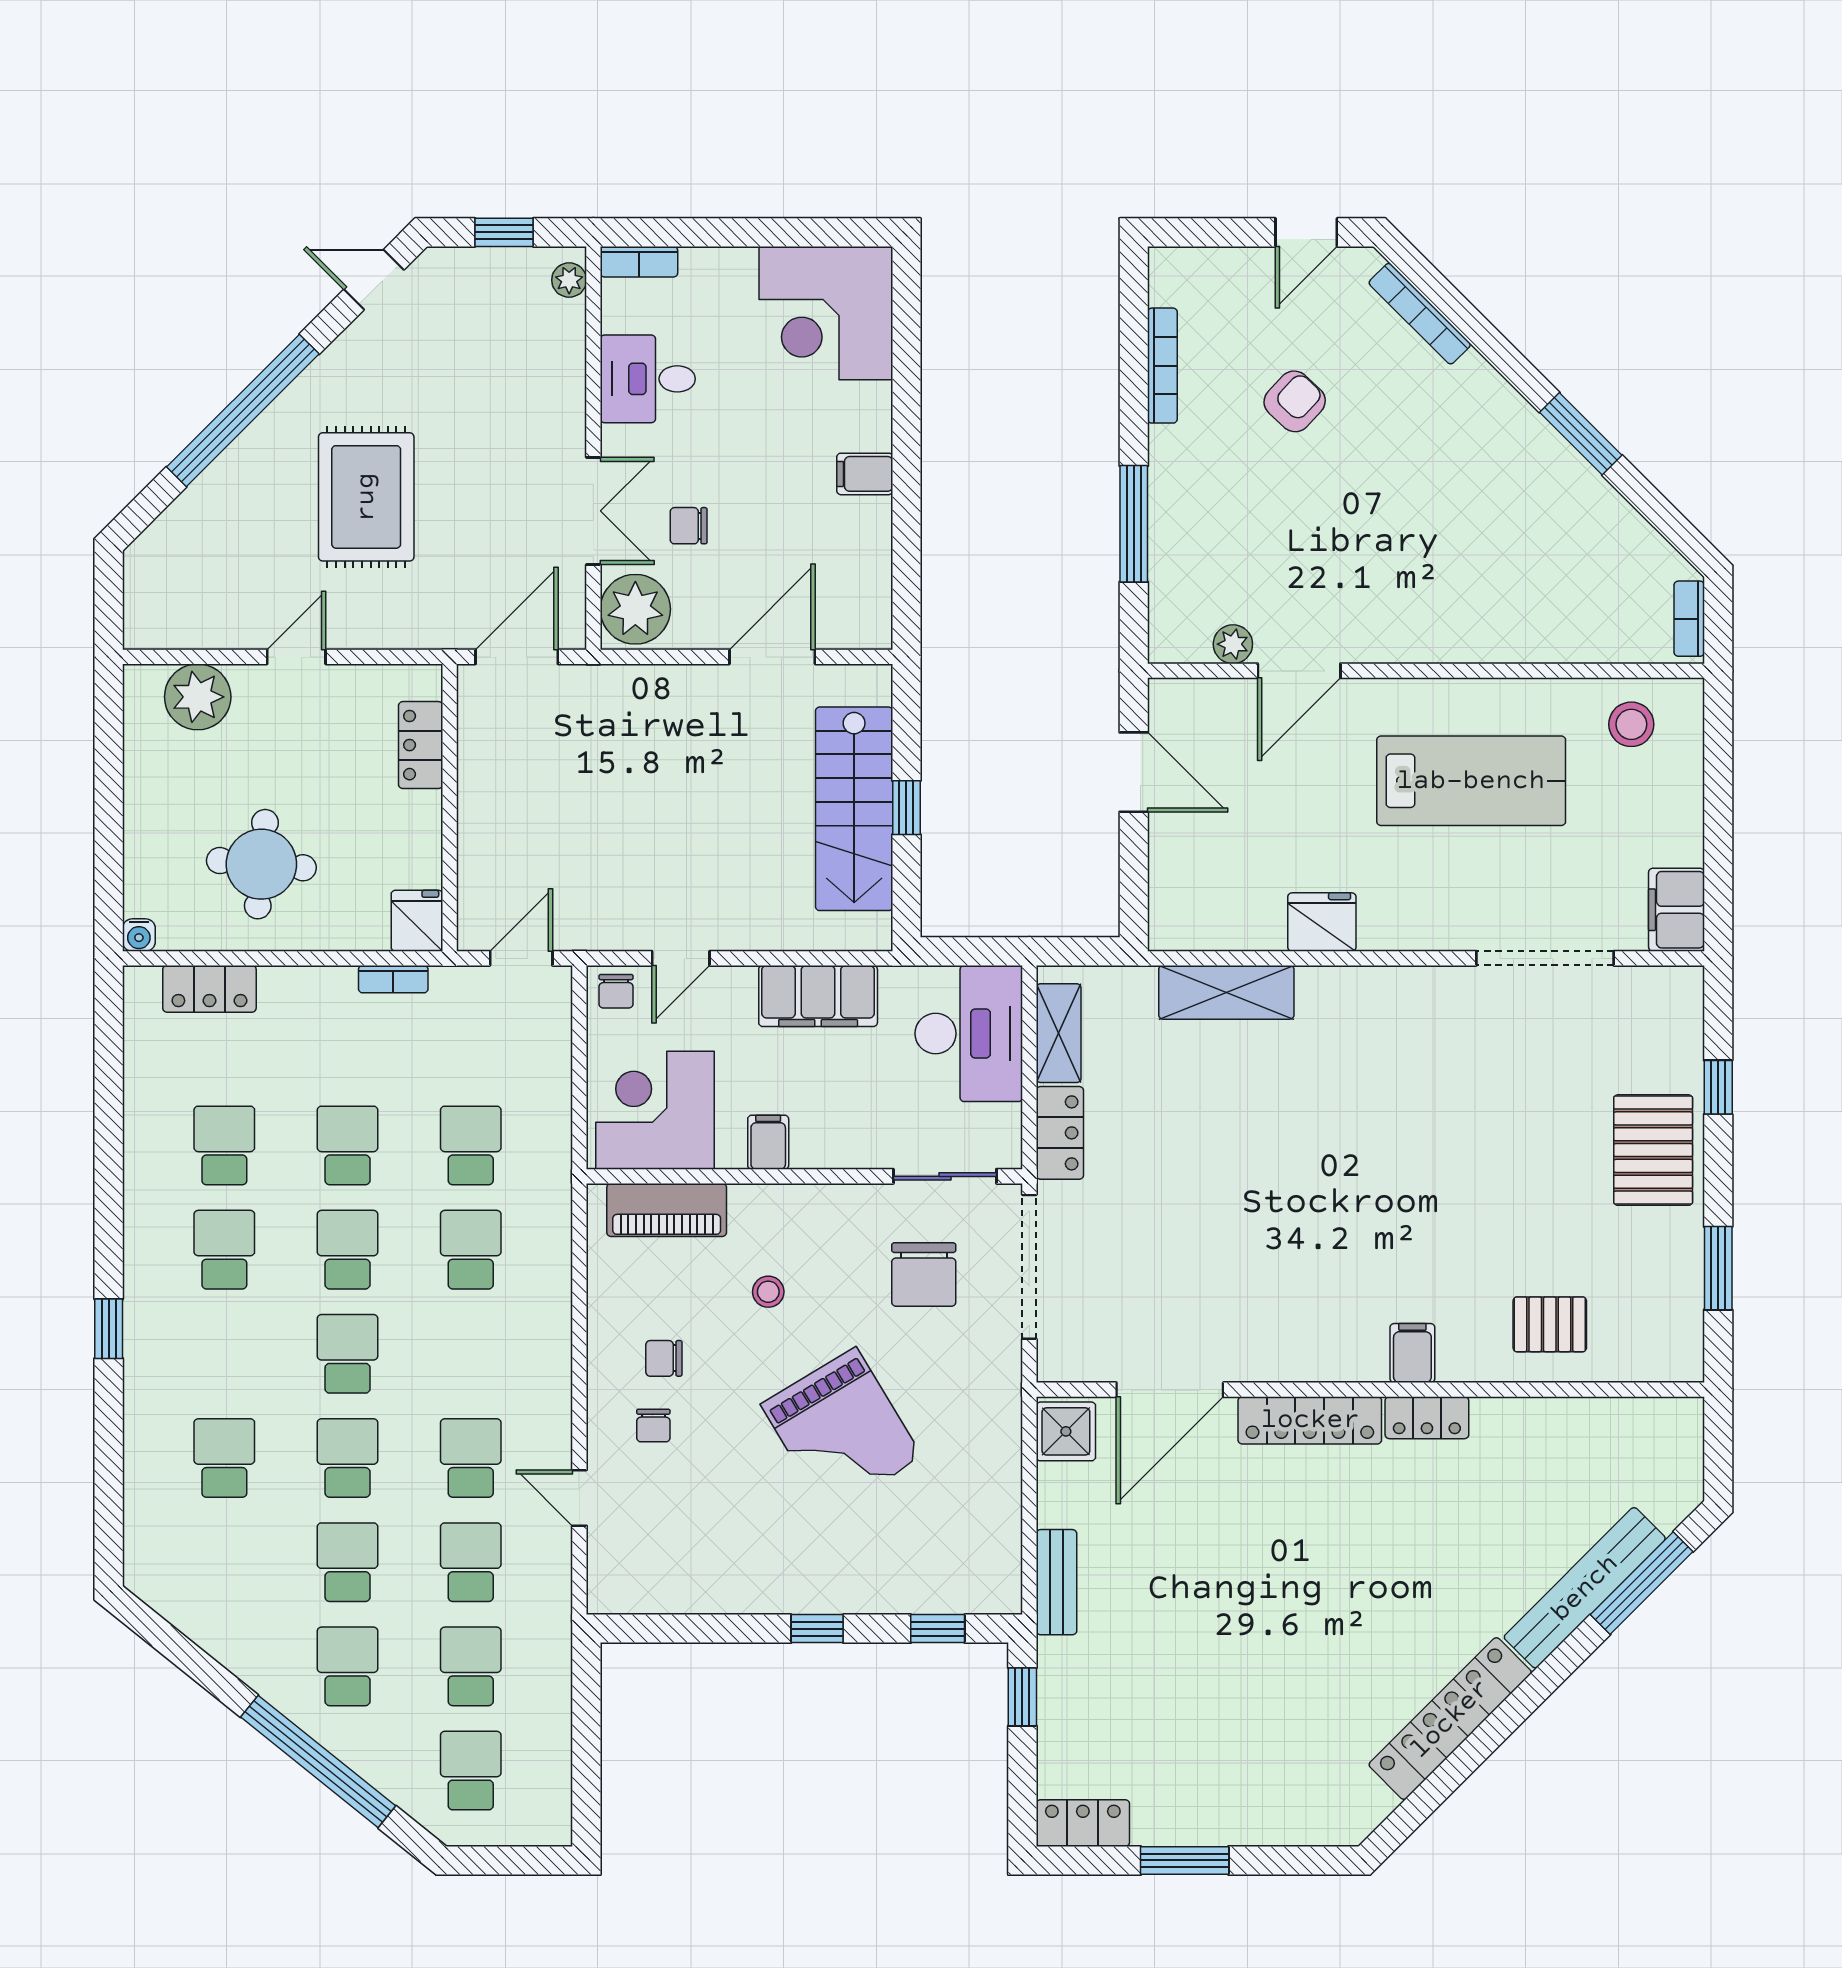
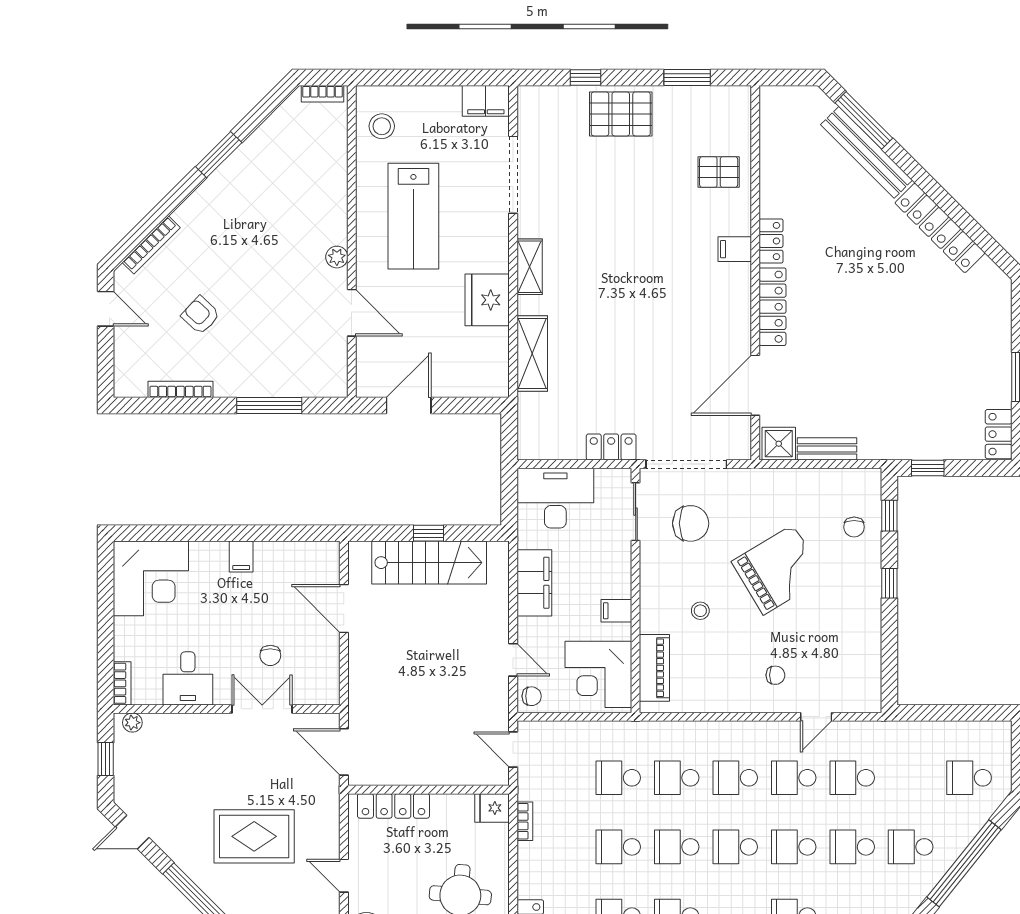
door: (374, 280) -> (132, 832), hinge flipped
plant: (635, 609) -> (317, 685), removed
plant: (1233, 644) -> (337, 257), moved
locker: (421, 745) -> (393, 806), width x1.53
lab bench: (1471, 781) -> (413, 216), turned 180
fridge: (1322, 922) -> (487, 300), width x1.36, depth x1.34
shelving: (1059, 1033) -> (530, 267), moved, turned 90
pallet: (1550, 1324) -> (719, 172), turned 90
chair: (664, 1358) -> (854, 527), moved
door: (1170, 1390) -> (755, 385), swing flipped
bench: (1056, 1582) -> (827, 449), moved
school desk: (471, 1666) -> (735, 778), moved

